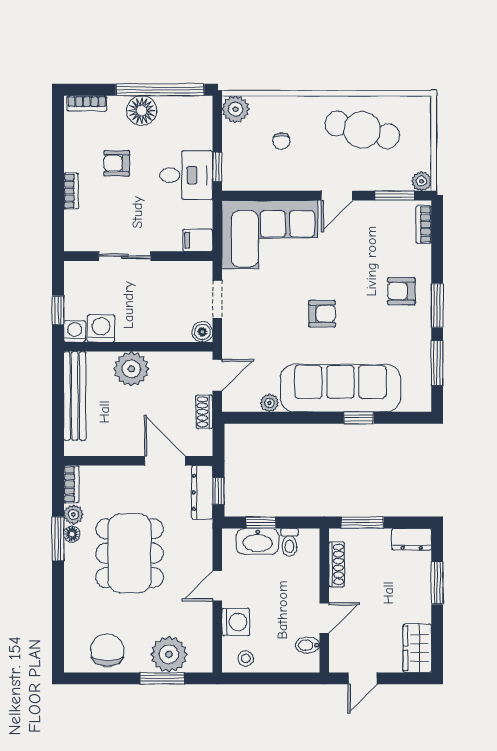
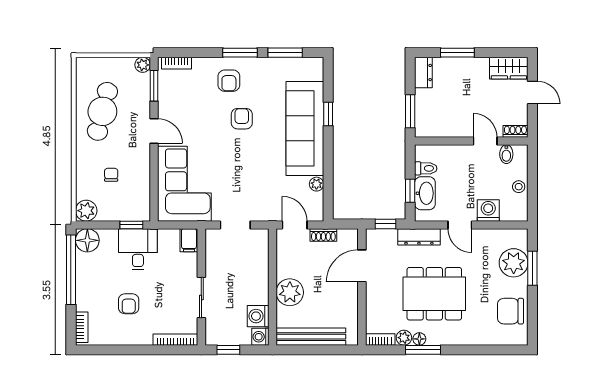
floor lamp: (142, 111) -> (87, 240), moved
chair: (281, 141) -> (111, 175), turned -90
bookcase: (71, 191) -> (175, 340), moved, width x1.56
window: (58, 310) -> (228, 350), moved
armchair: (322, 314) -> (242, 119), moved
boiler: (202, 332) -> (261, 237), removed
dresser: (202, 492) -> (419, 237), moved
shoe rack: (337, 564) -> (515, 131), moved, width x0.70
stool: (246, 658) -> (519, 187), moved
door: (363, 678) -> (532, 92), moved

